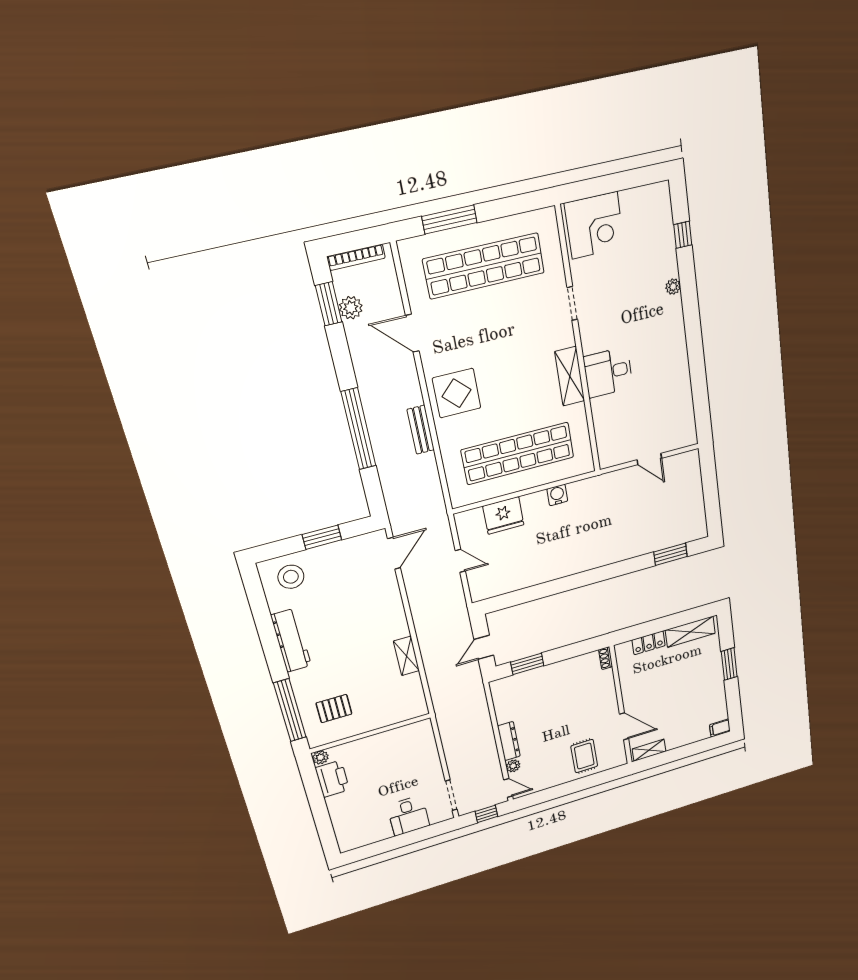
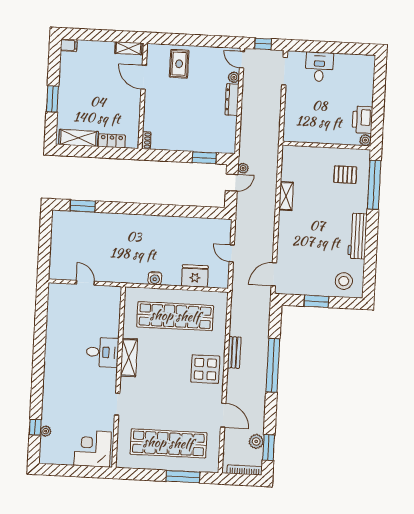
plant: (673, 287) -> (46, 431), moved
plant: (473, 669) -> (243, 168), added

